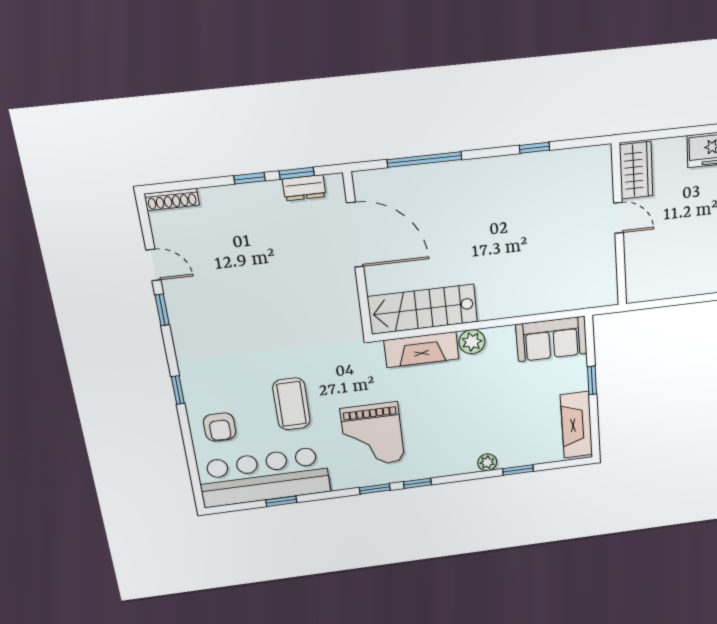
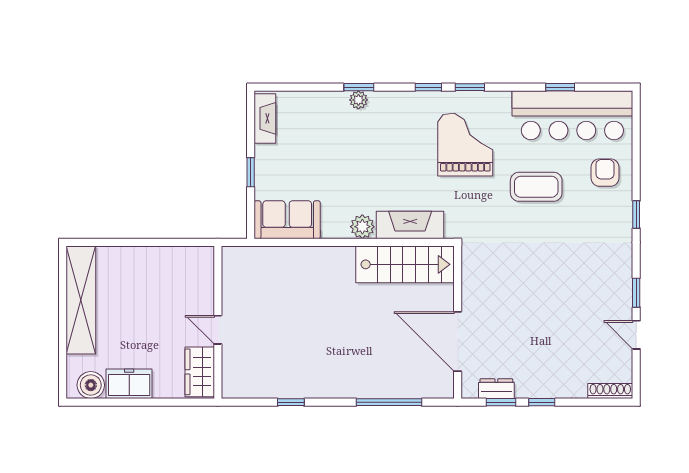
coffee table: (291, 404) -> (536, 187), turned 90
fireplace: (577, 425) -> (265, 118), width x0.73, depth x0.76
window: (518, 470) -> (359, 87), moved

